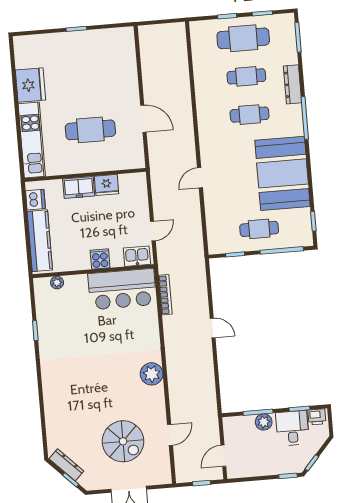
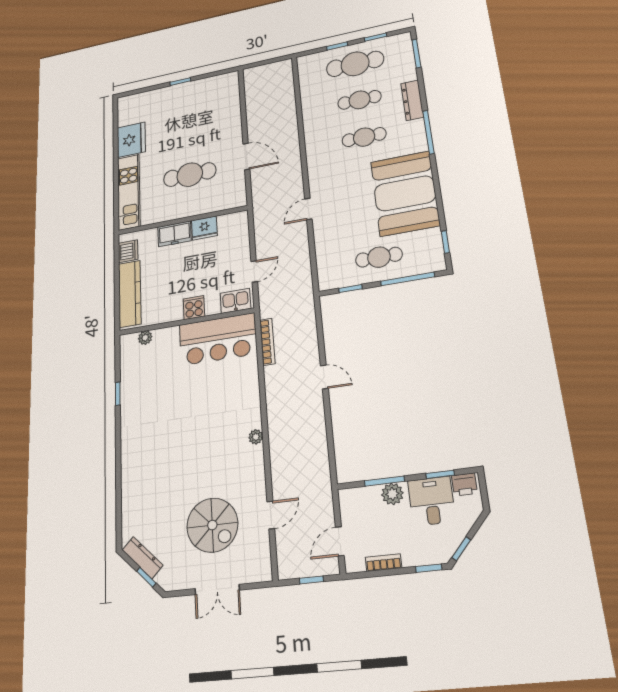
plant: (152, 374) -> (256, 437), width x0.53, depth x0.53
bookcase: (255, 472) -> (383, 563), added

